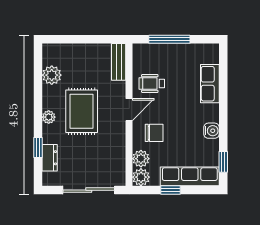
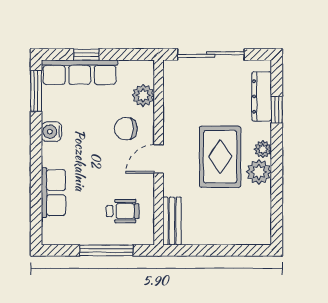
plant: (52, 75) -> (259, 172), moved
wheelchair: (152, 84) -> (123, 211), moved
dresser: (50, 158) -> (262, 96), width x1.44
window: (223, 162) -> (36, 91), width x1.50
plant: (141, 177) -> (143, 71), removed
window: (171, 190) -> (86, 55), moved

